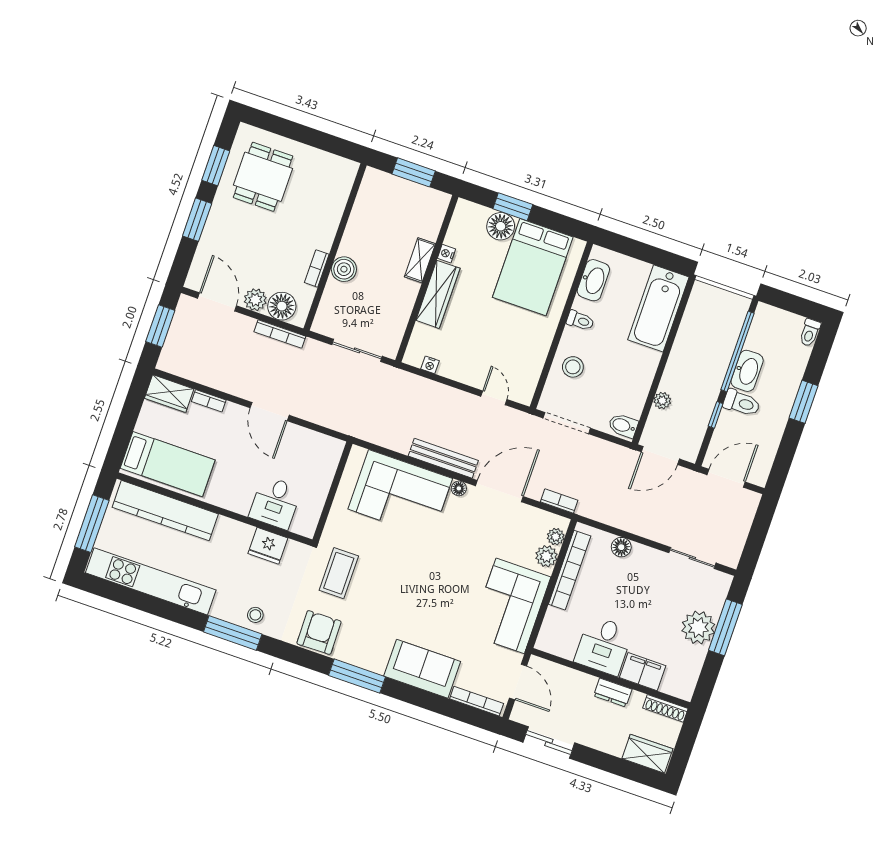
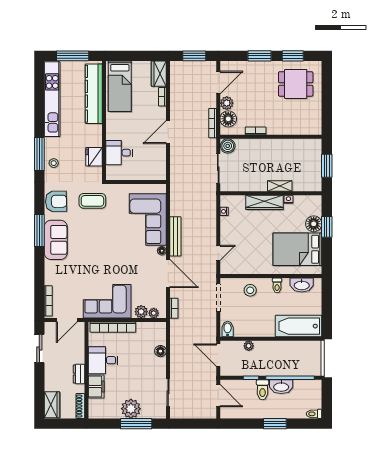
boiler: (344, 269) -> (228, 146), moved
bookcase: (570, 570) -> (113, 327), moved
sofa: (422, 669) -> (56, 240), moved

